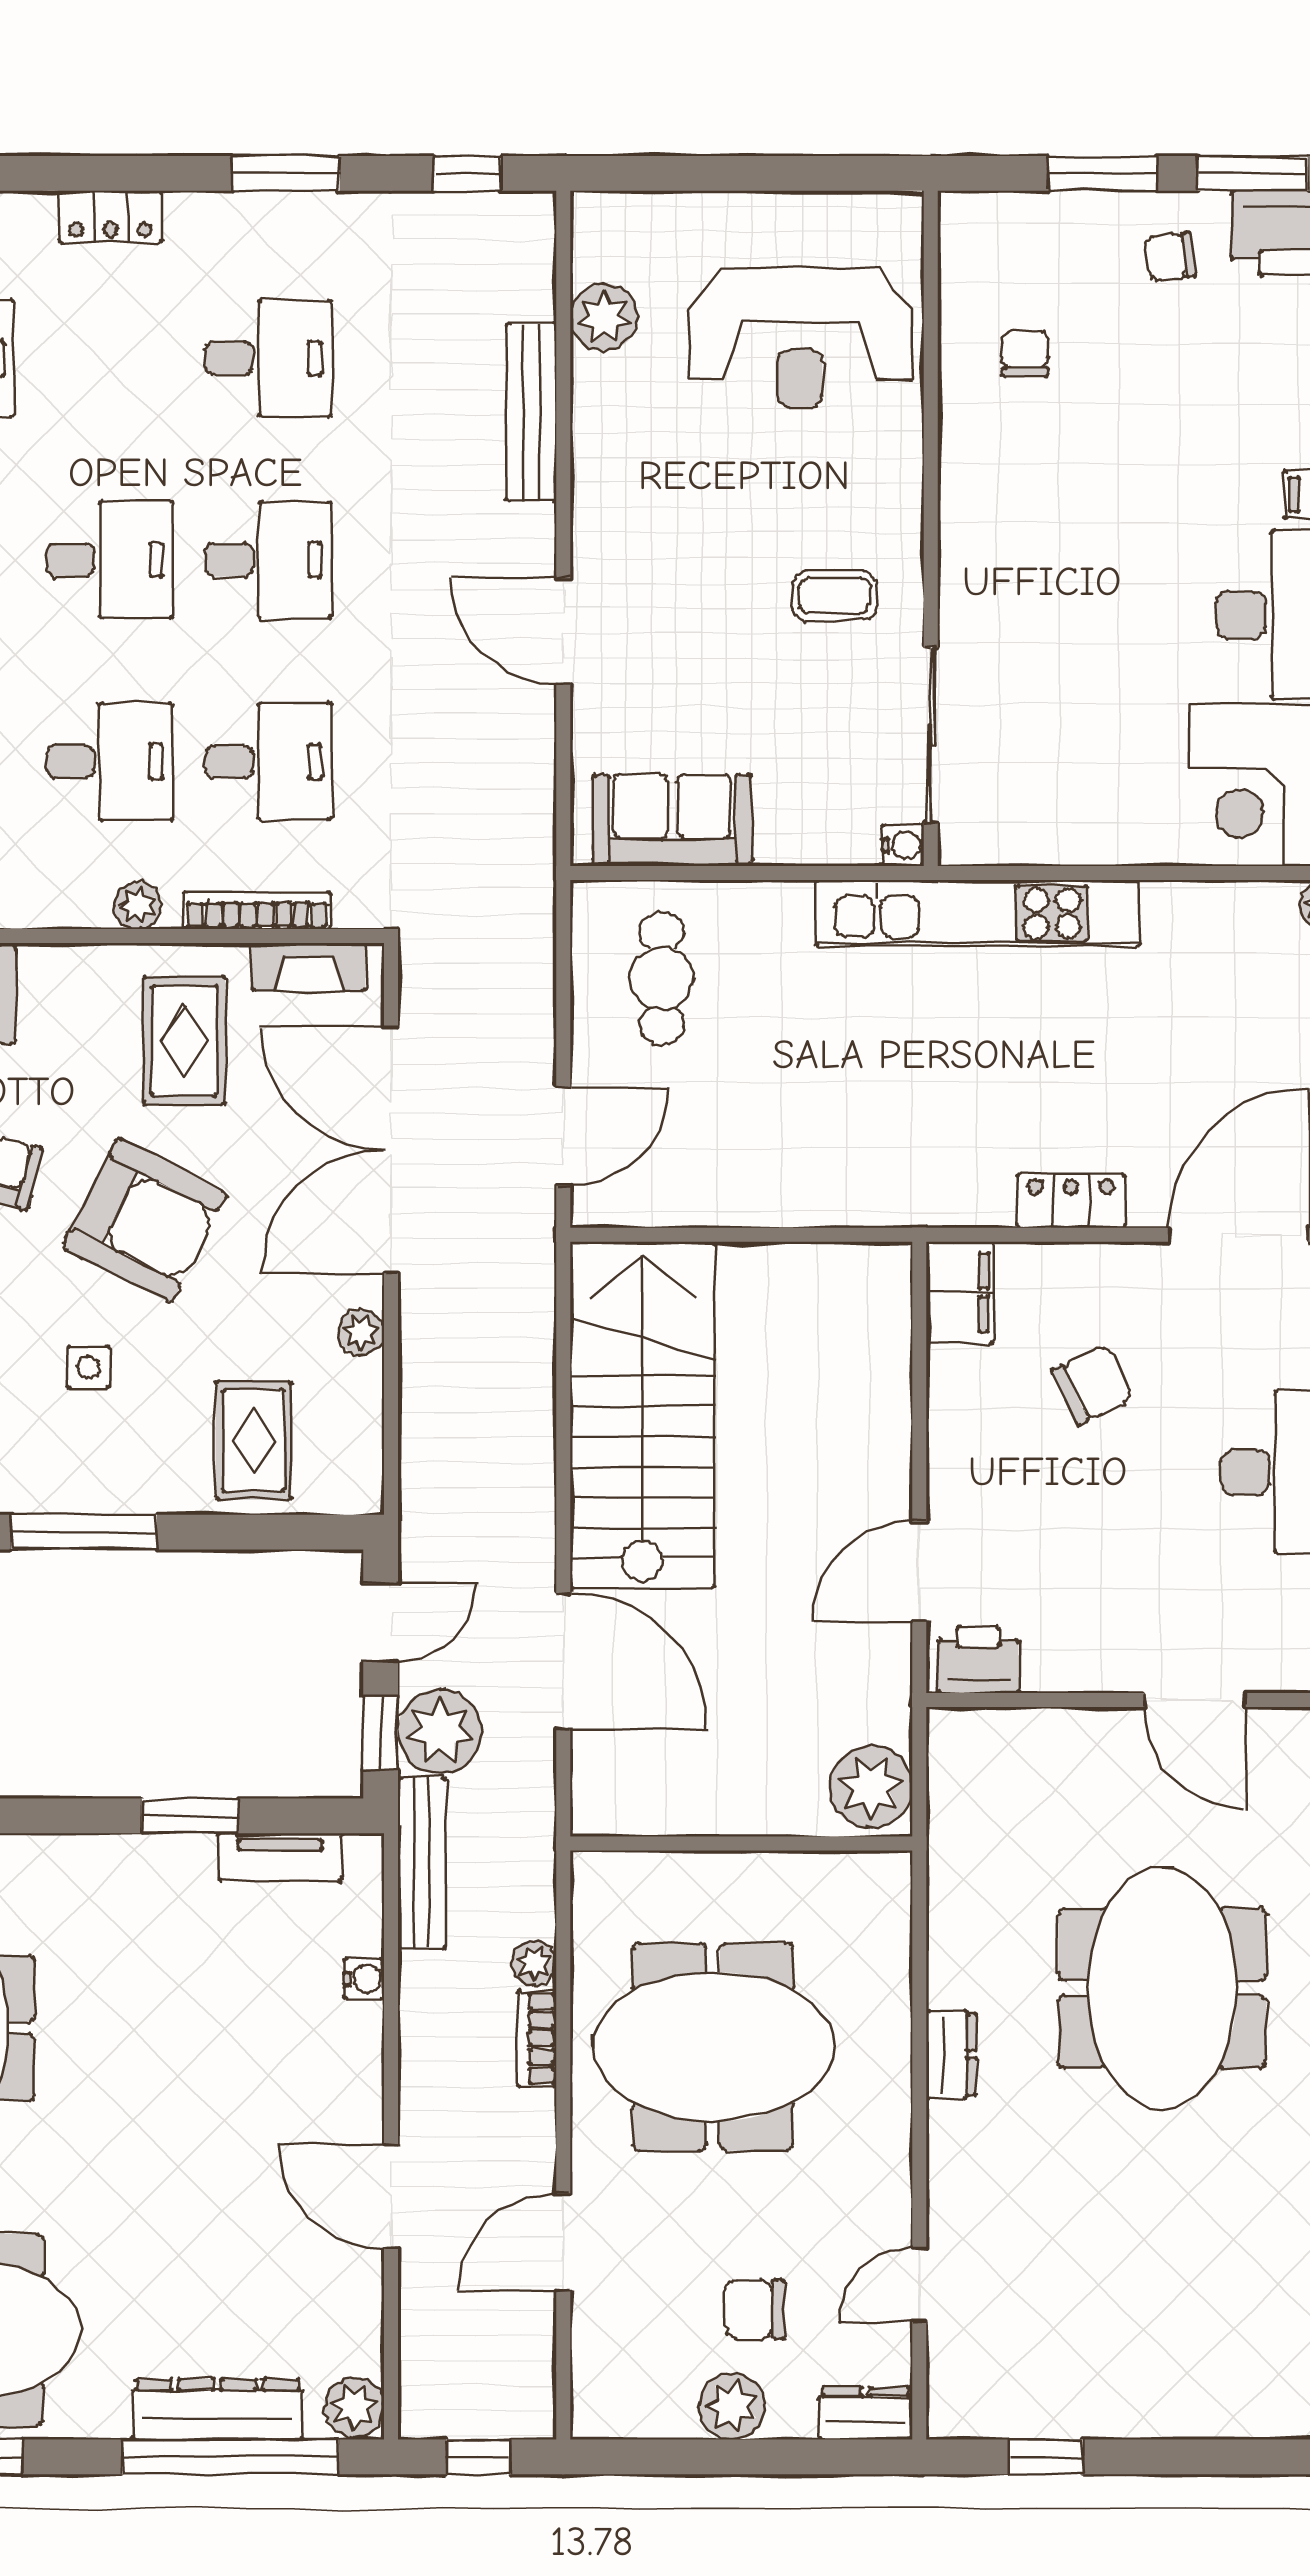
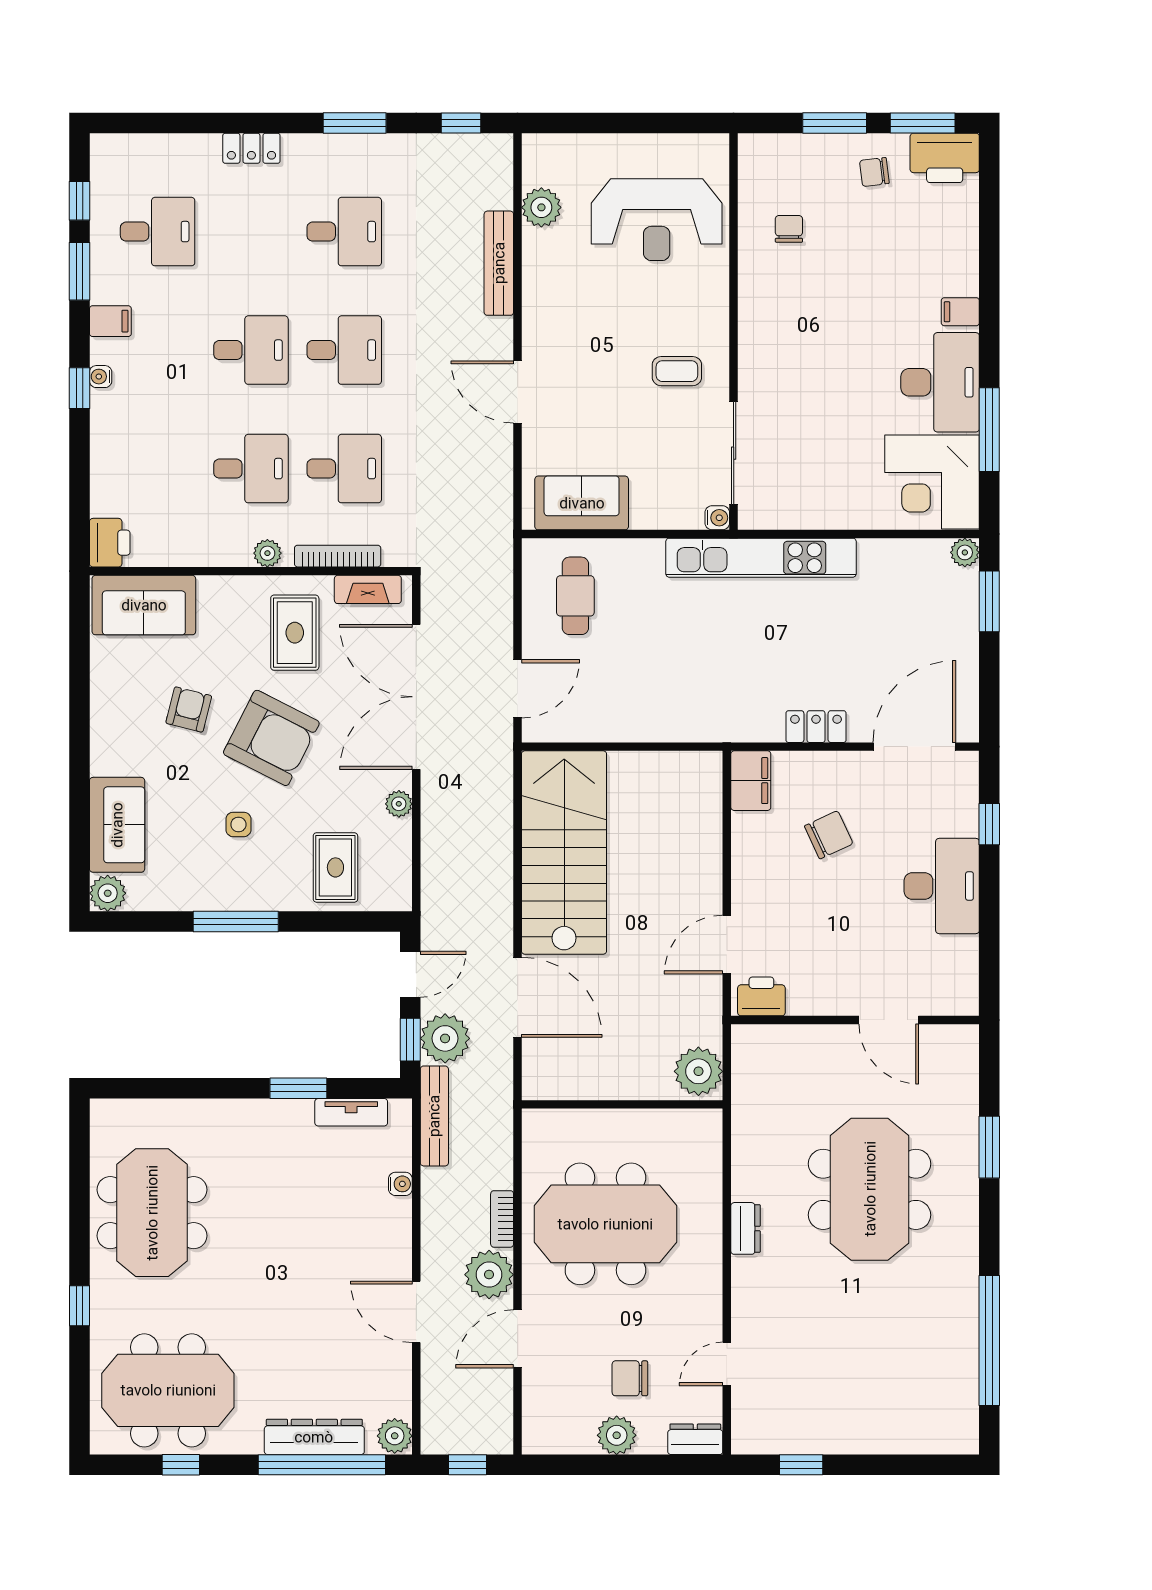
plant: (534, 1963) -> (489, 1275), moved, width x1.88, depth x1.88

